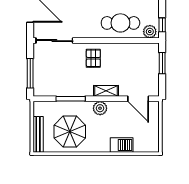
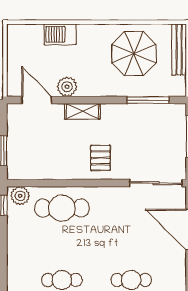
window: (71, 99) -> (148, 100), moved
plant: (100, 108) -> (67, 87), moved

